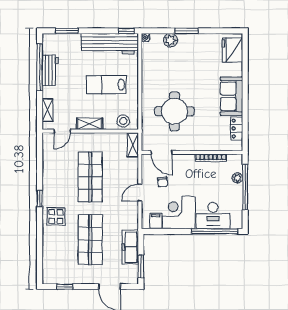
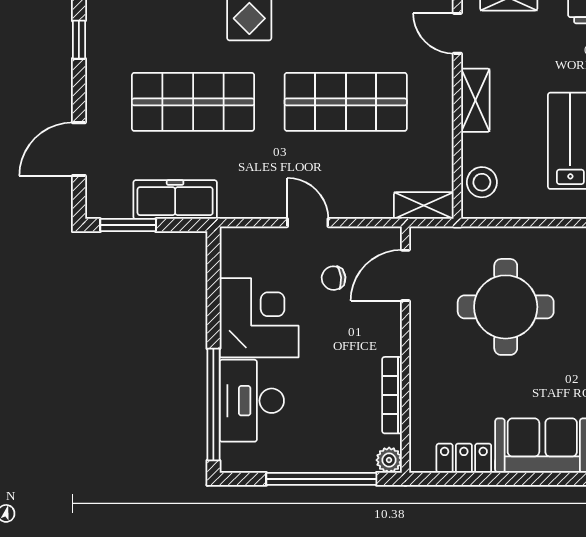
plant: (237, 178) -> (389, 460), moved
filing cabinet: (156, 221) -> (238, 262), removed

